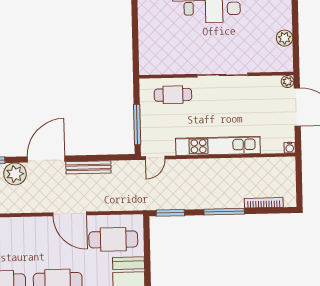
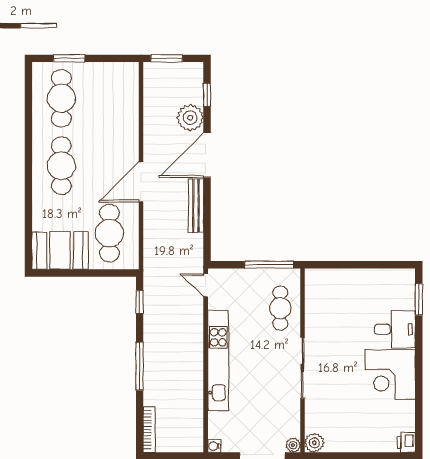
plant: (285, 38) -> (314, 443), moved
window: (137, 125) -> (269, 265), moved
door: (46, 159) -> (207, 155), swing flipped
bookcase: (264, 203) -> (149, 429), moved
window: (170, 213) -> (140, 302), width x0.67

